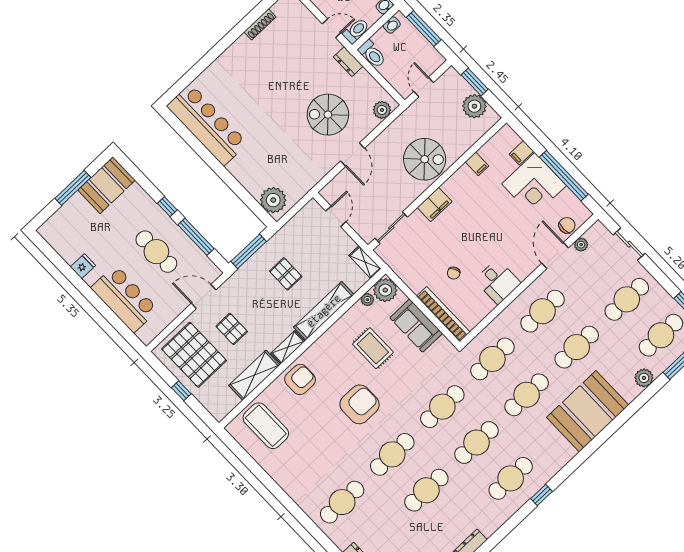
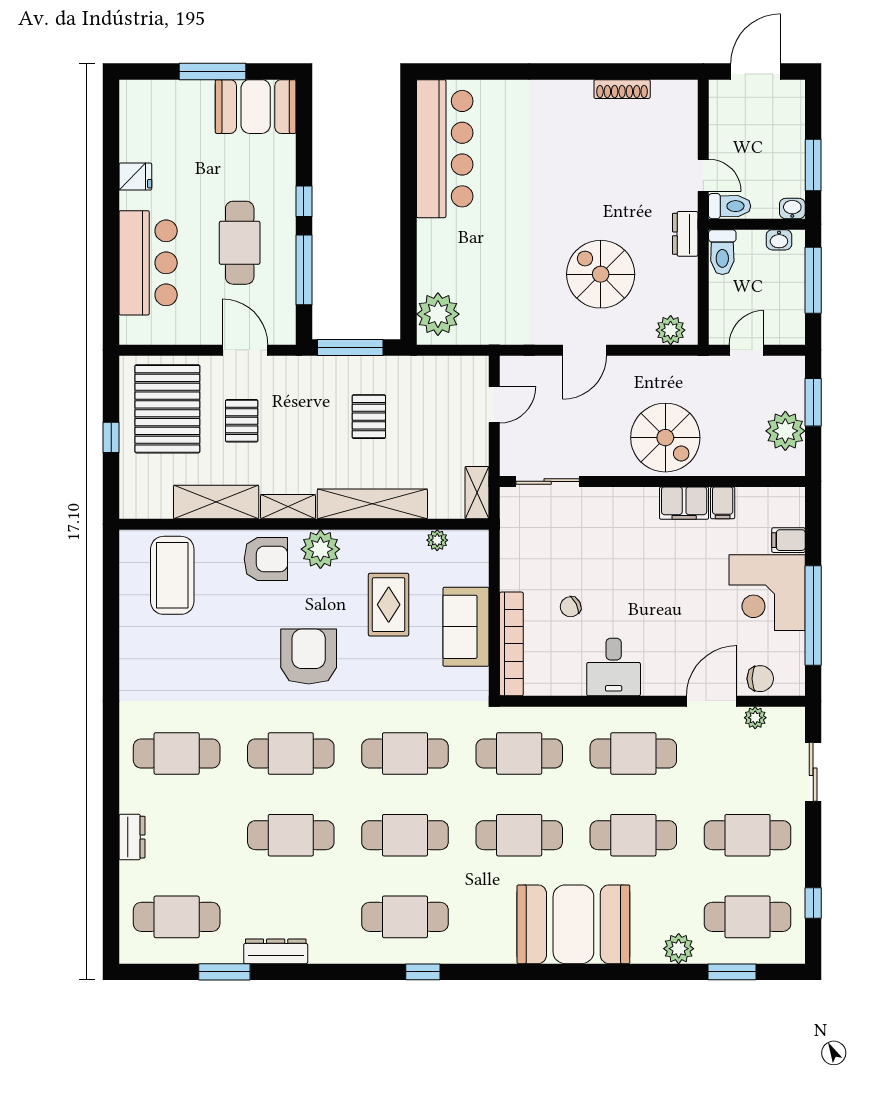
filing cabinet: (435, 205) -> (684, 503), moved
plant: (385, 290) -> (320, 549), moved
armchair: (360, 404) -> (309, 657), turned -90

